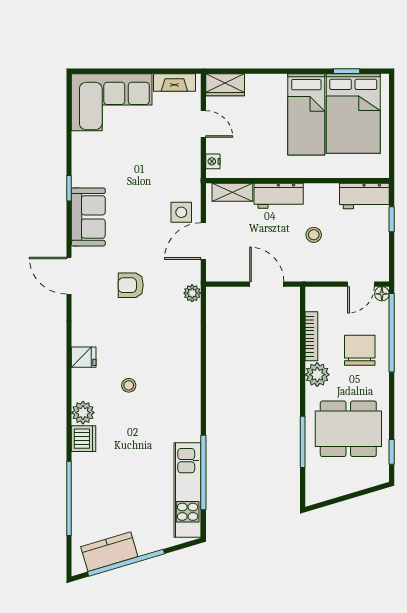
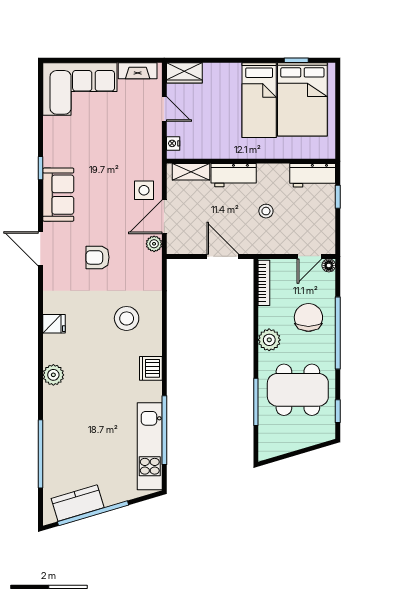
plant: (192, 293) -> (154, 244), moved
window: (392, 333) -> (338, 333), moved
bookcase: (311, 336) -> (264, 283), moved
stool: (129, 385) -> (127, 318), moved, width x1.89, depth x1.89
dishwasher: (84, 439) -> (151, 368), moved, turned 180

